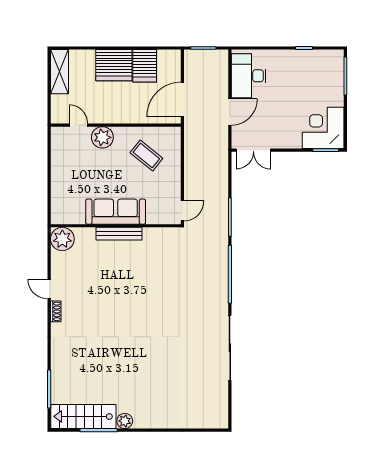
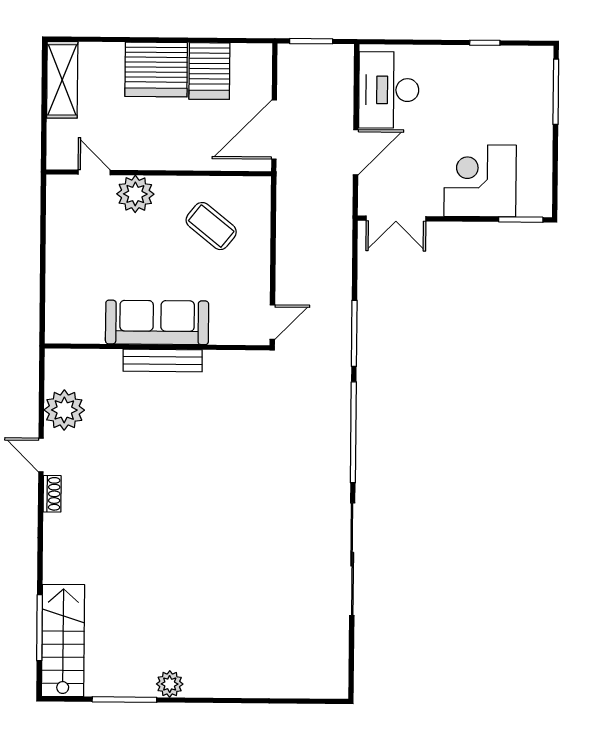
corner desk: (323, 128) -> (480, 181), moved
plant: (62, 239) -> (64, 410), moved
stairs: (83, 416) -> (63, 640), moved, turned 90

